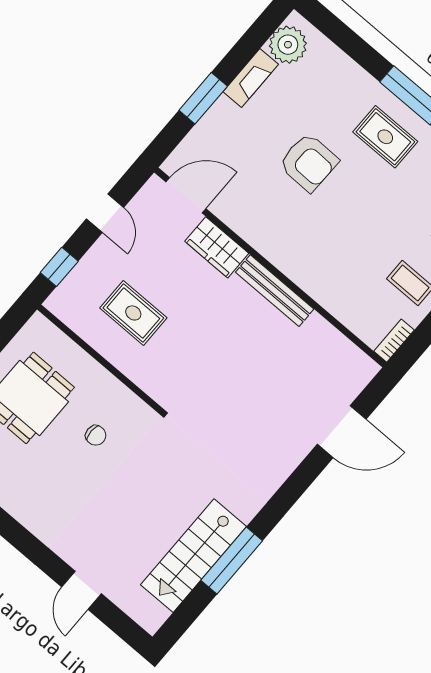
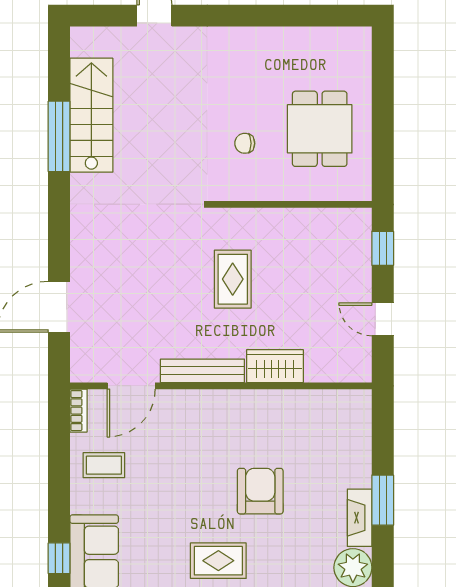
window: (203, 98) -> (383, 500), moved
armchair: (309, 162) -> (260, 491), turned 89
door: (186, 195) -> (131, 386), moved
rug: (133, 313) -> (233, 279), moved, turned 90

